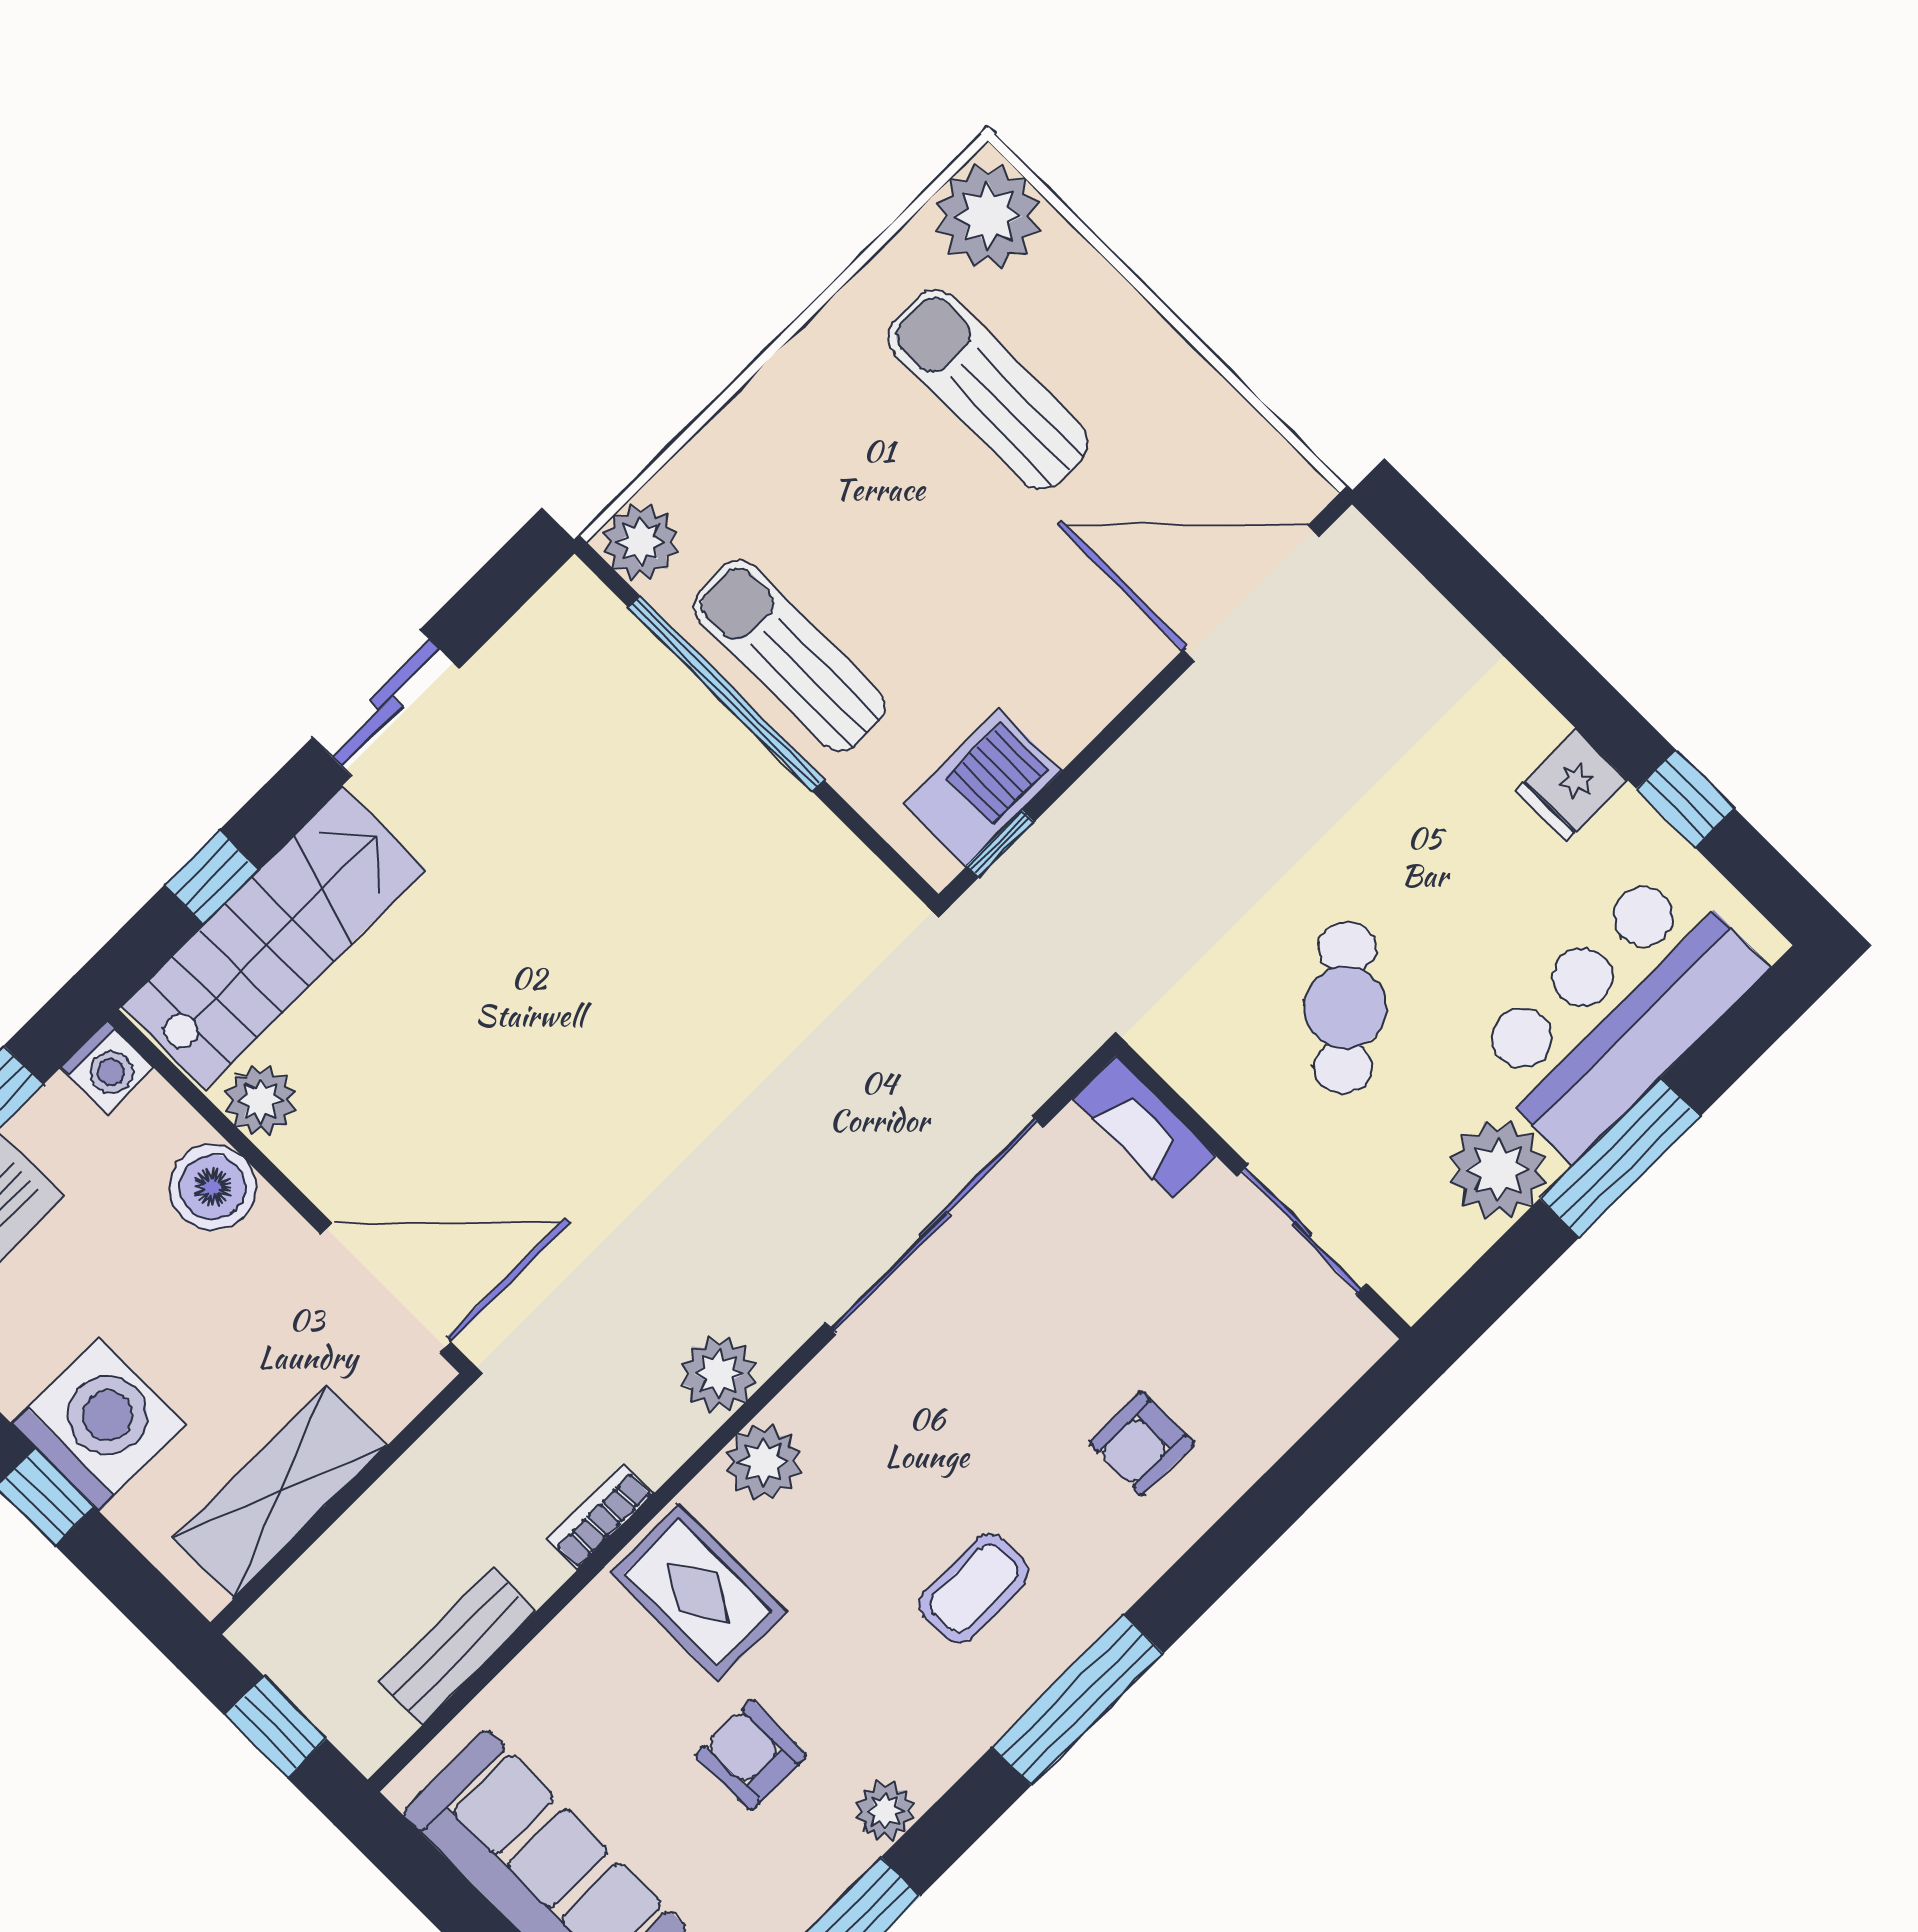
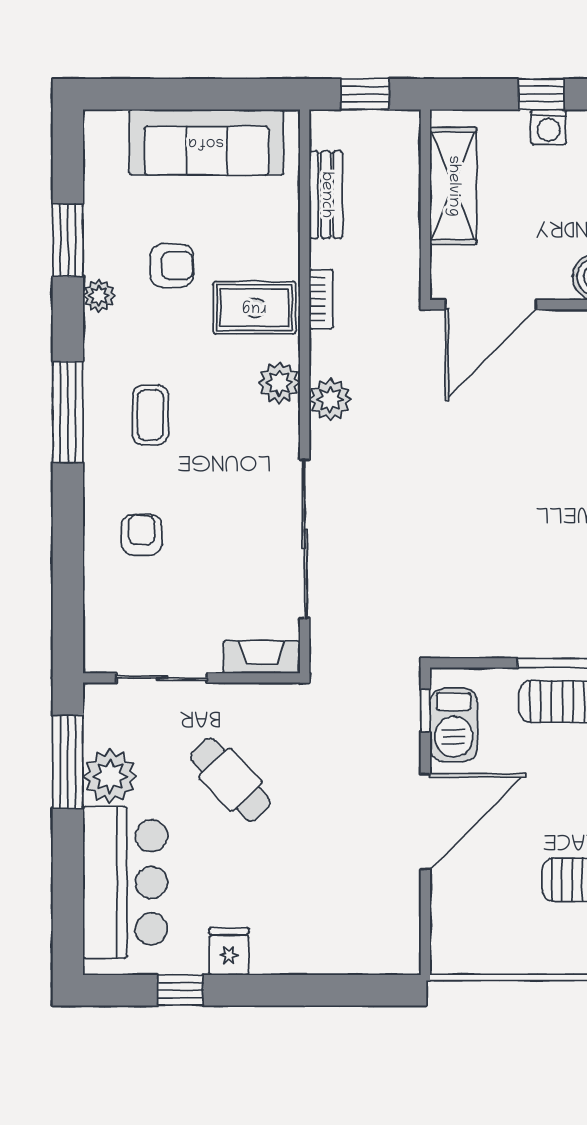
door: (1251, 594) -> (425, 822), moved
window: (1620, 1158) -> (68, 762), moved
washing machine: (99, 1424) -> (549, 127), width x0.53, depth x0.53

